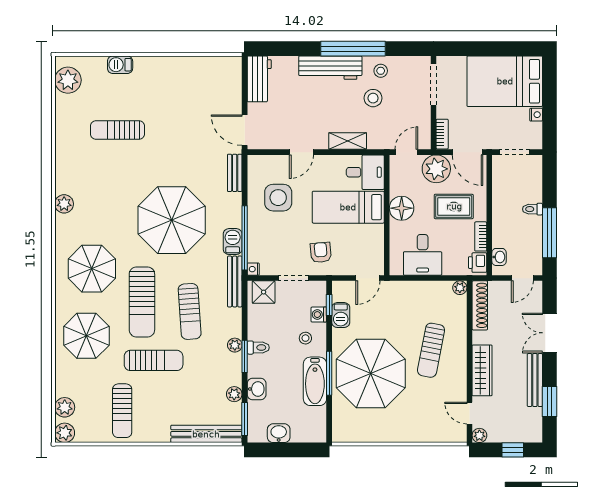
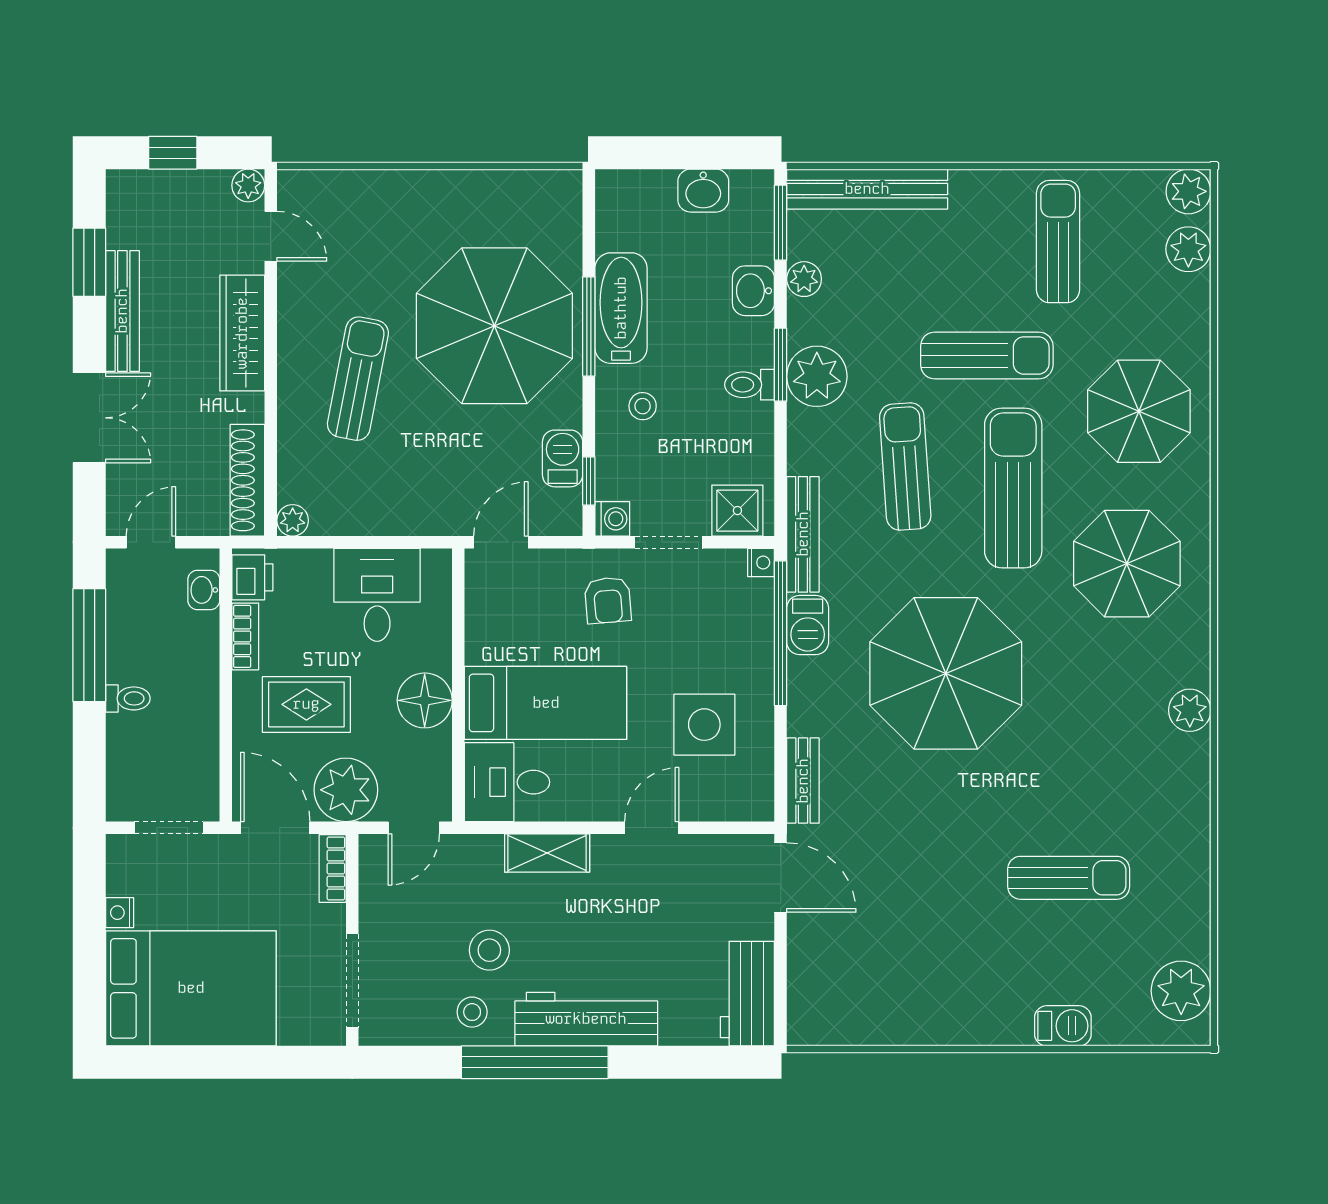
washing machine: (319, 315) -> (612, 519), moved
plant: (235, 345) -> (817, 376), width x1.87, depth x1.87
sun lounger: (154, 360) -> (987, 355), turned 180

